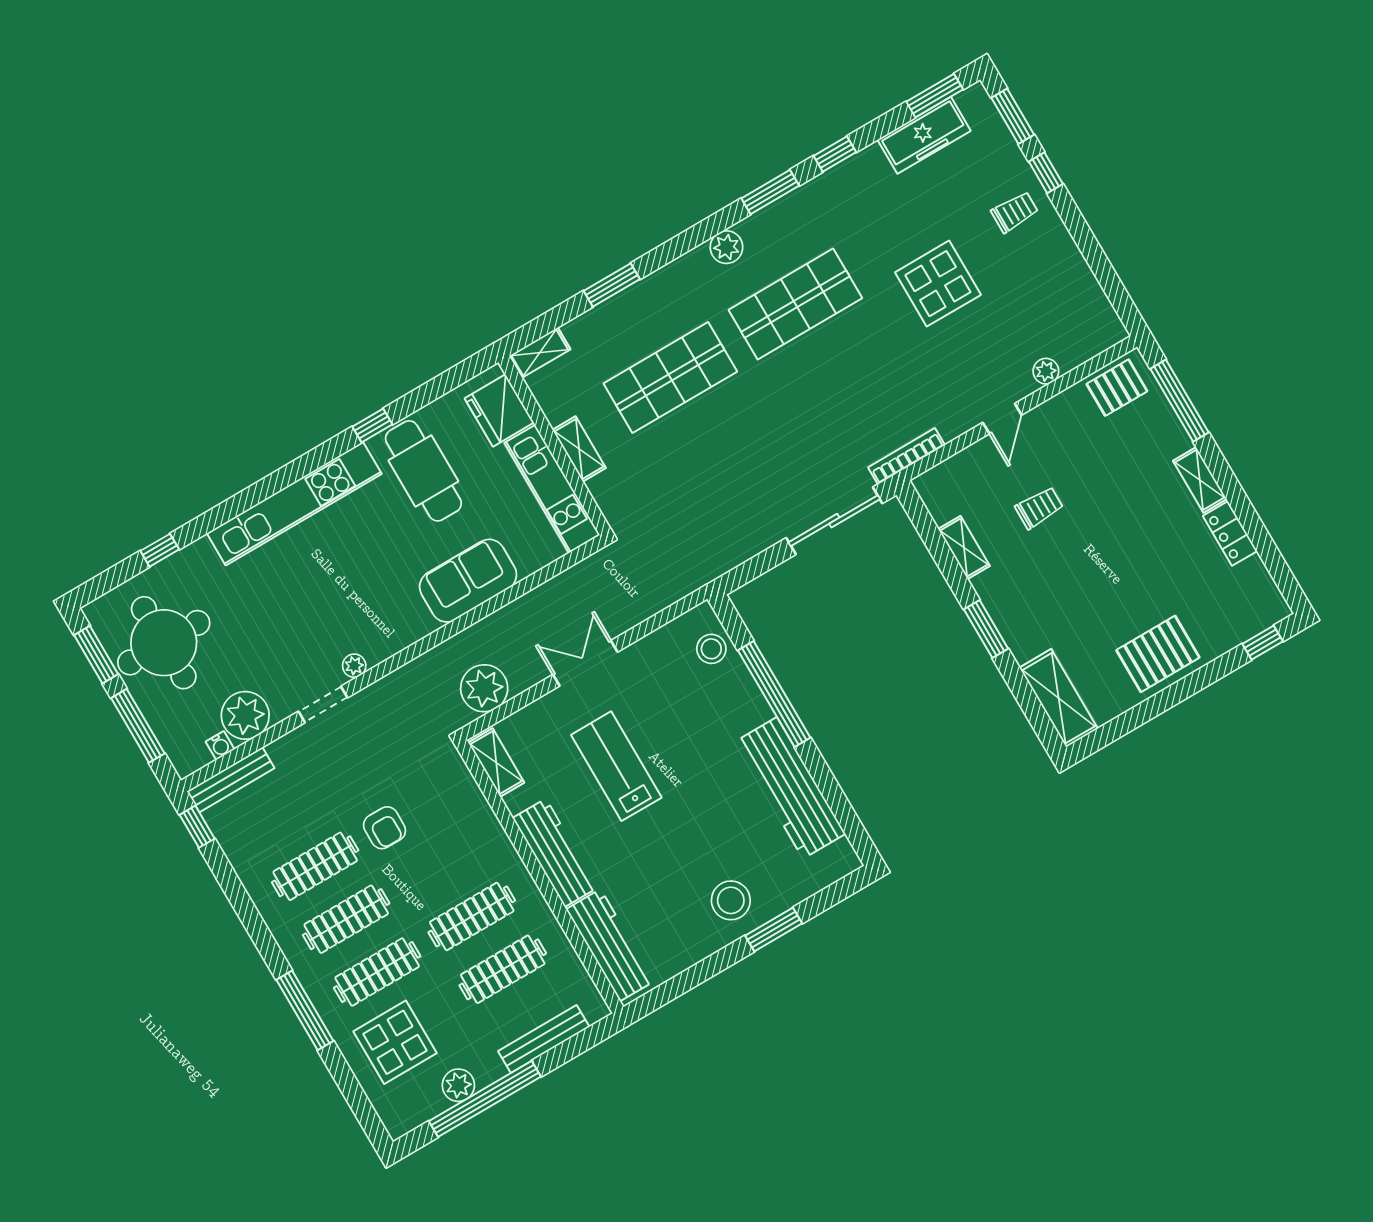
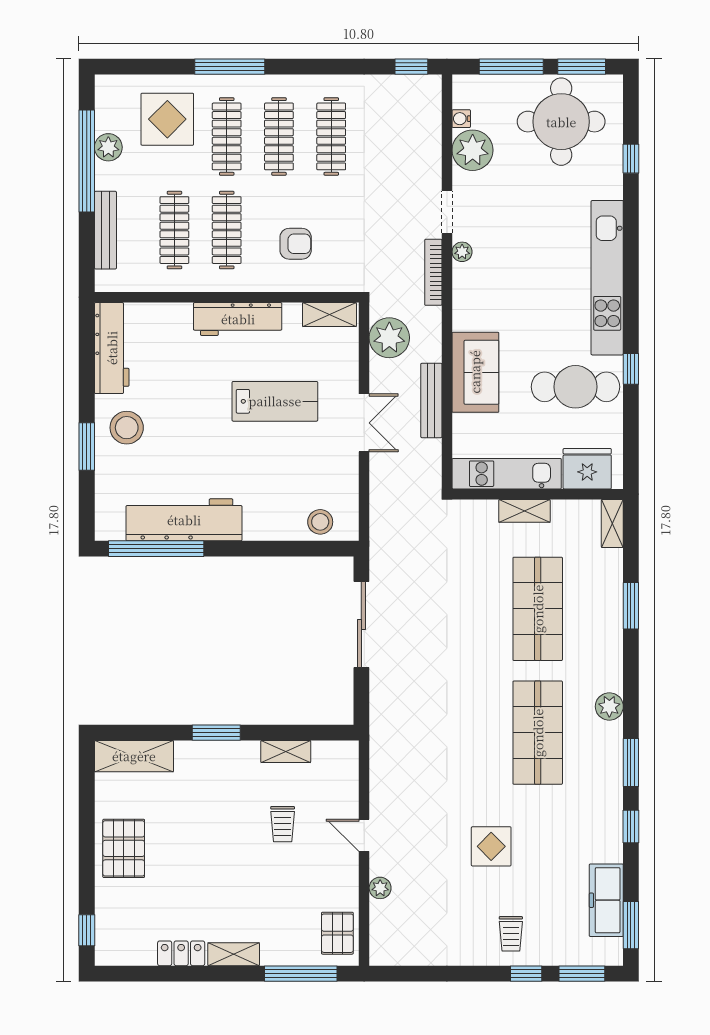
display table: (938, 284) -> (491, 846), width x0.73, depth x0.73
bookcase: (906, 456) -> (433, 272), moved, turned 180
sliding door: (834, 521) -> (361, 625), moved
window: (774, 694) -> (156, 549), moved
bench: (231, 780) -> (431, 400), moved
armchair: (385, 828) -> (296, 244), moved, turned 180
workbench: (610, 945) -> (112, 348), moved, turned -90

